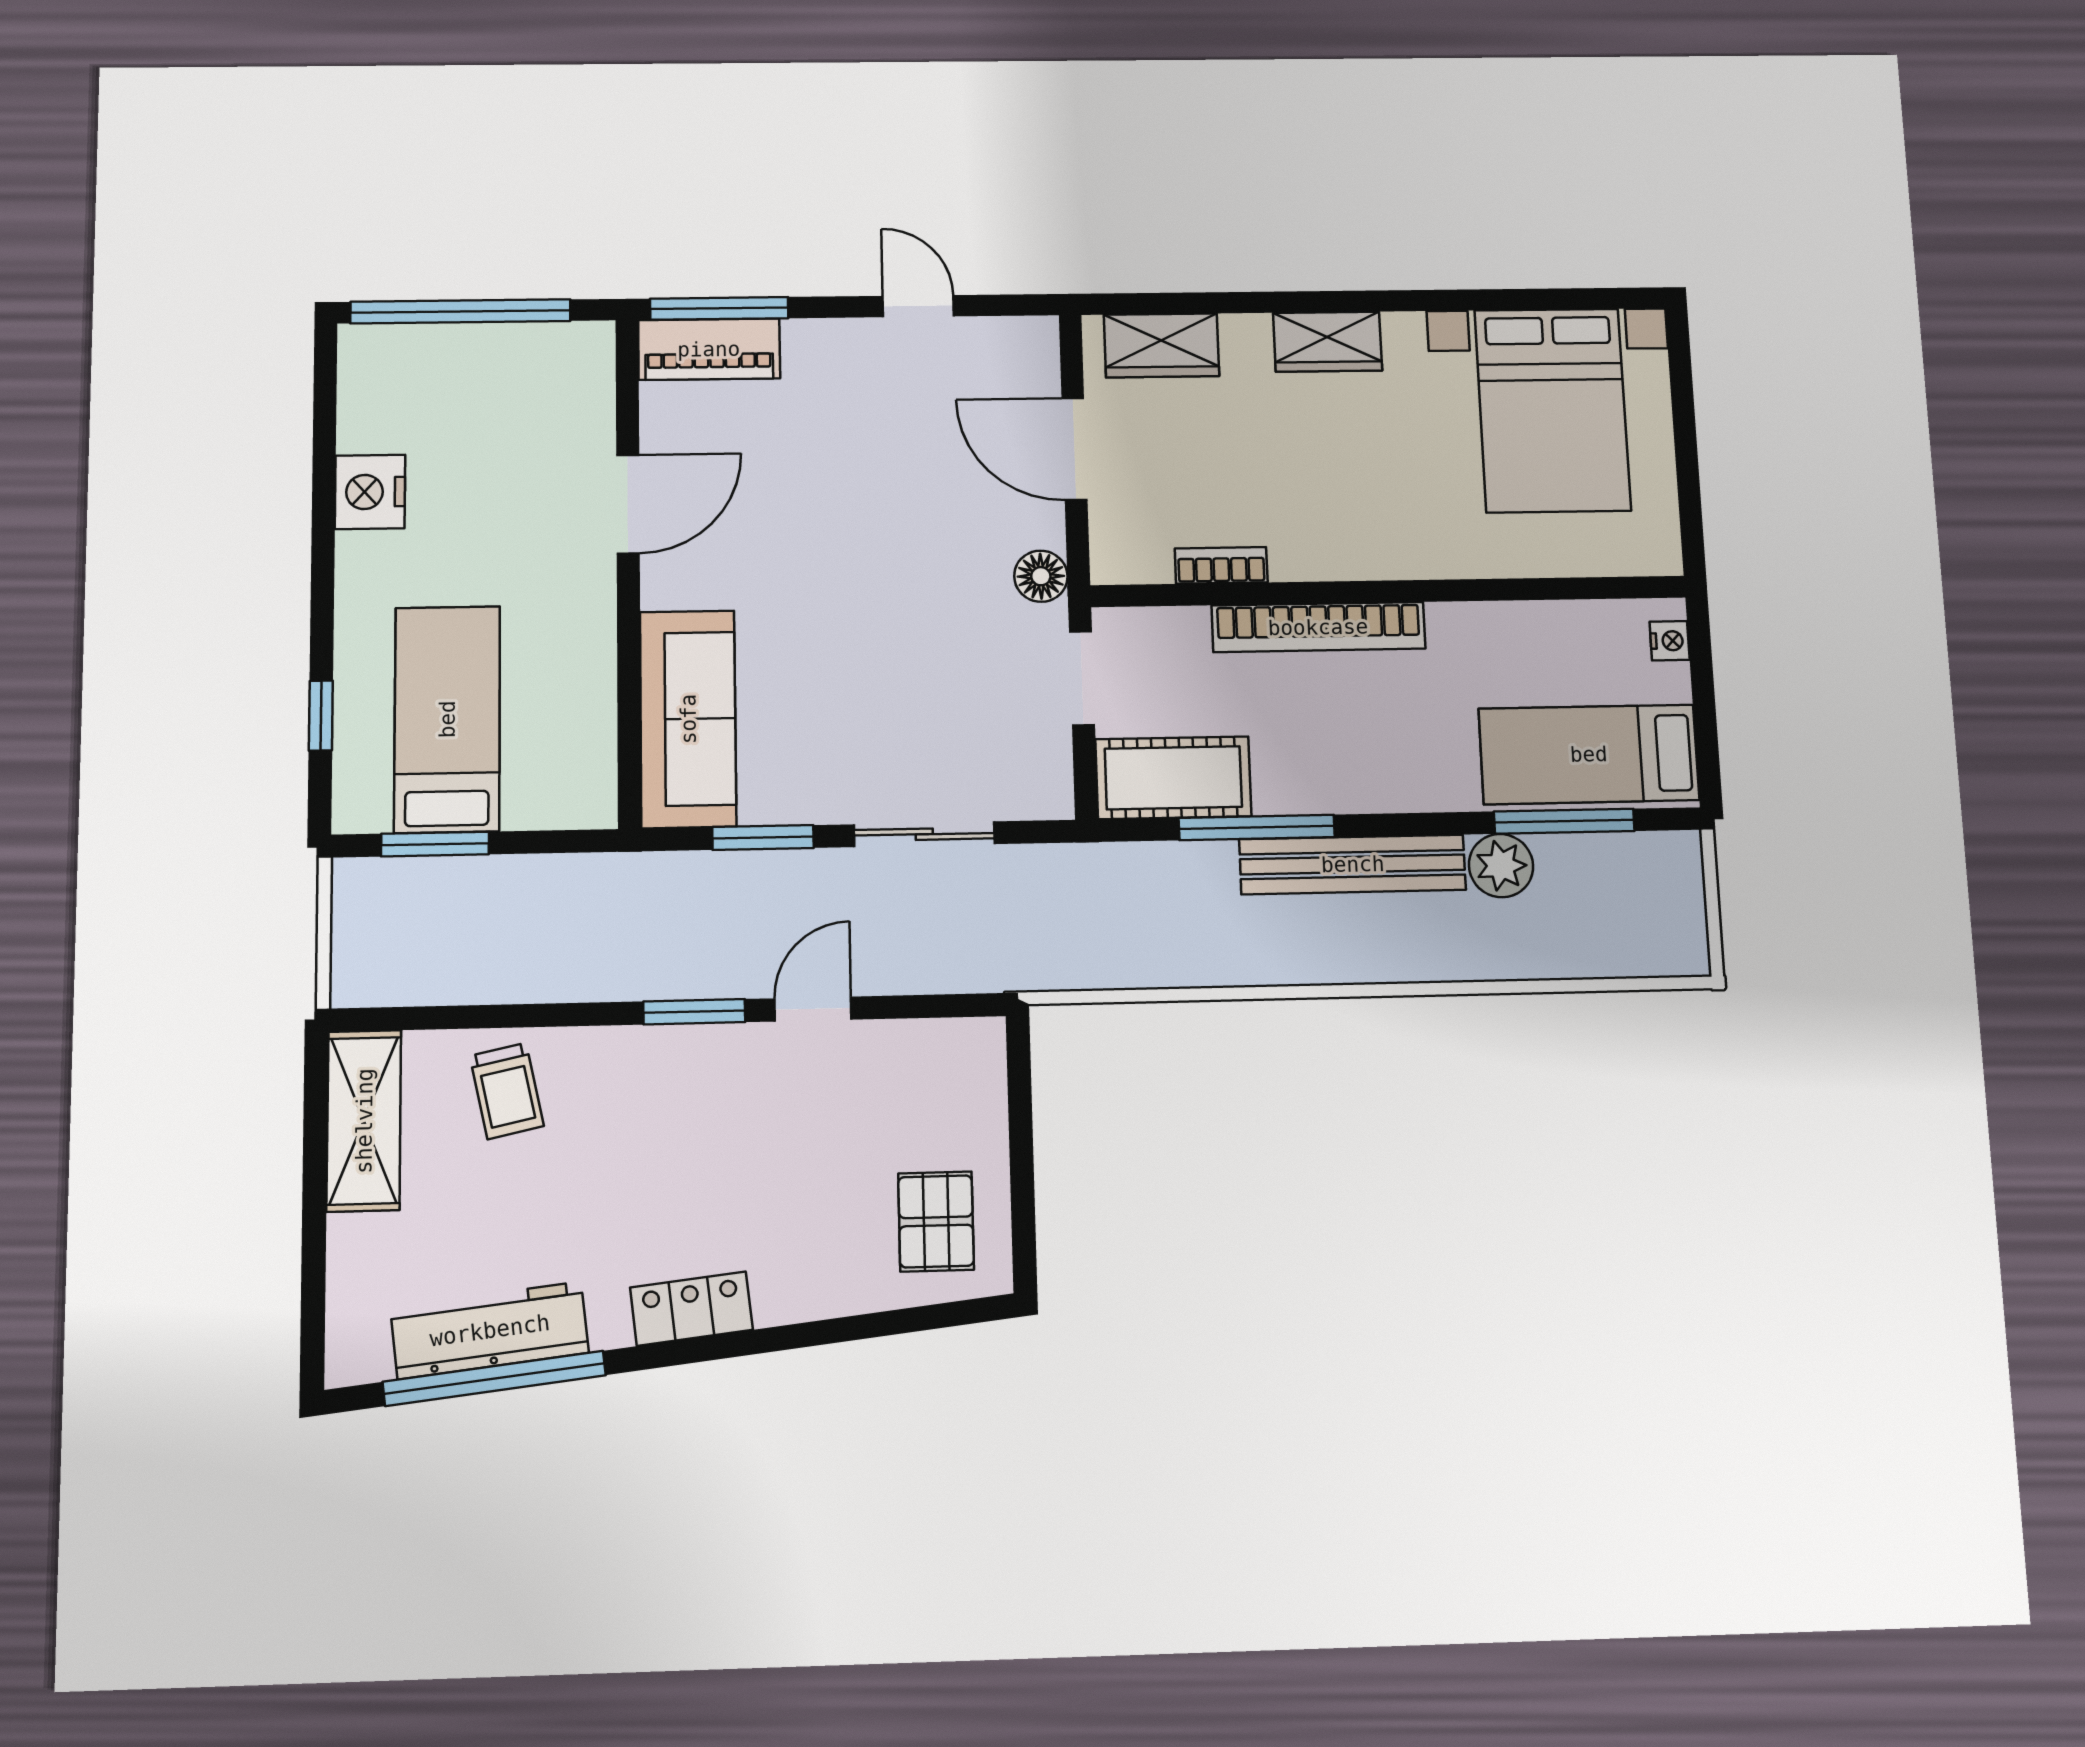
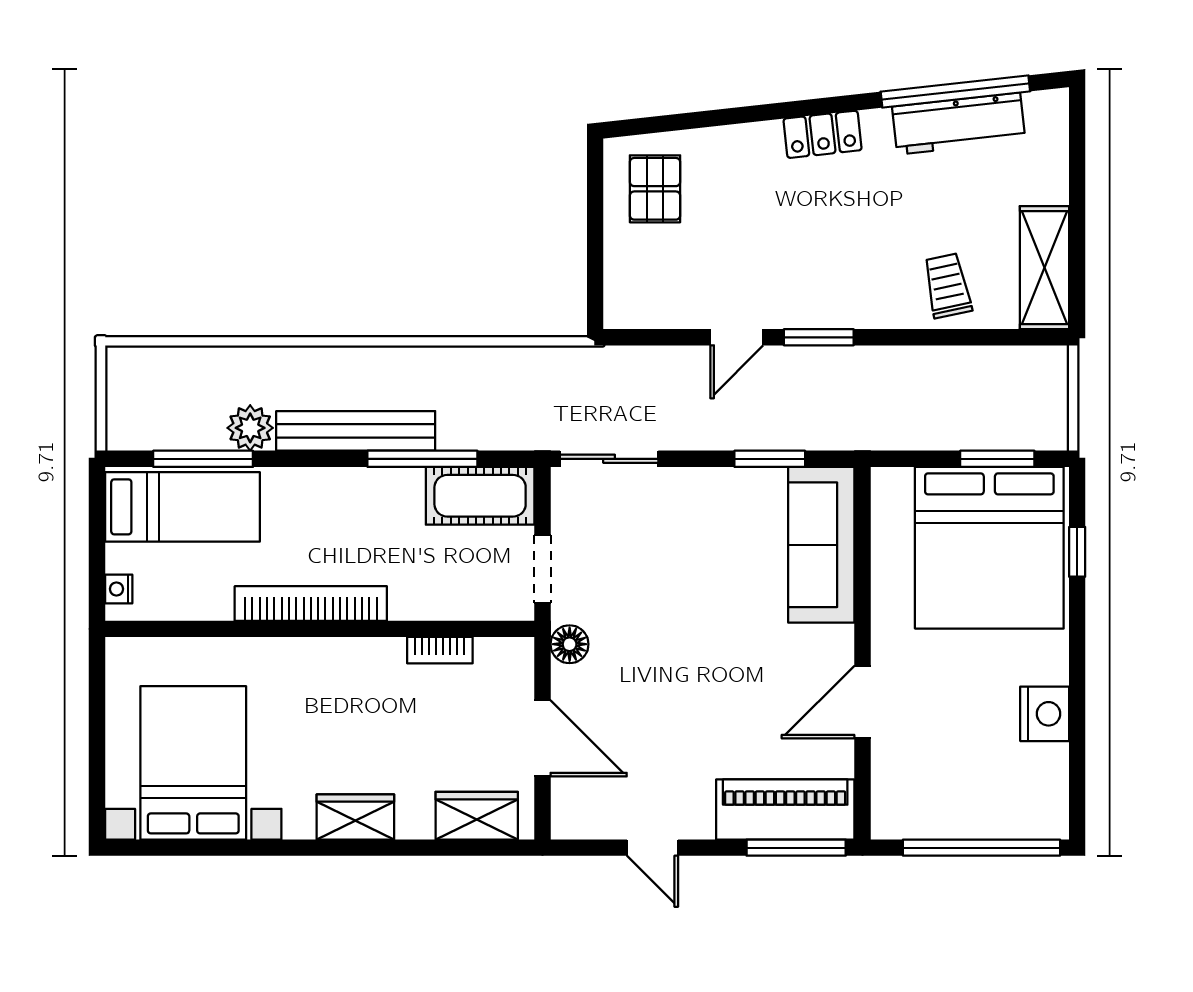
piano: (709, 349) -> (785, 809), width x1.37, depth x1.33
bookcase: (1318, 627) -> (311, 604), moved
bed: (447, 719) -> (989, 548), width x2.04
sliding door: (924, 834) -> (609, 459), moved

